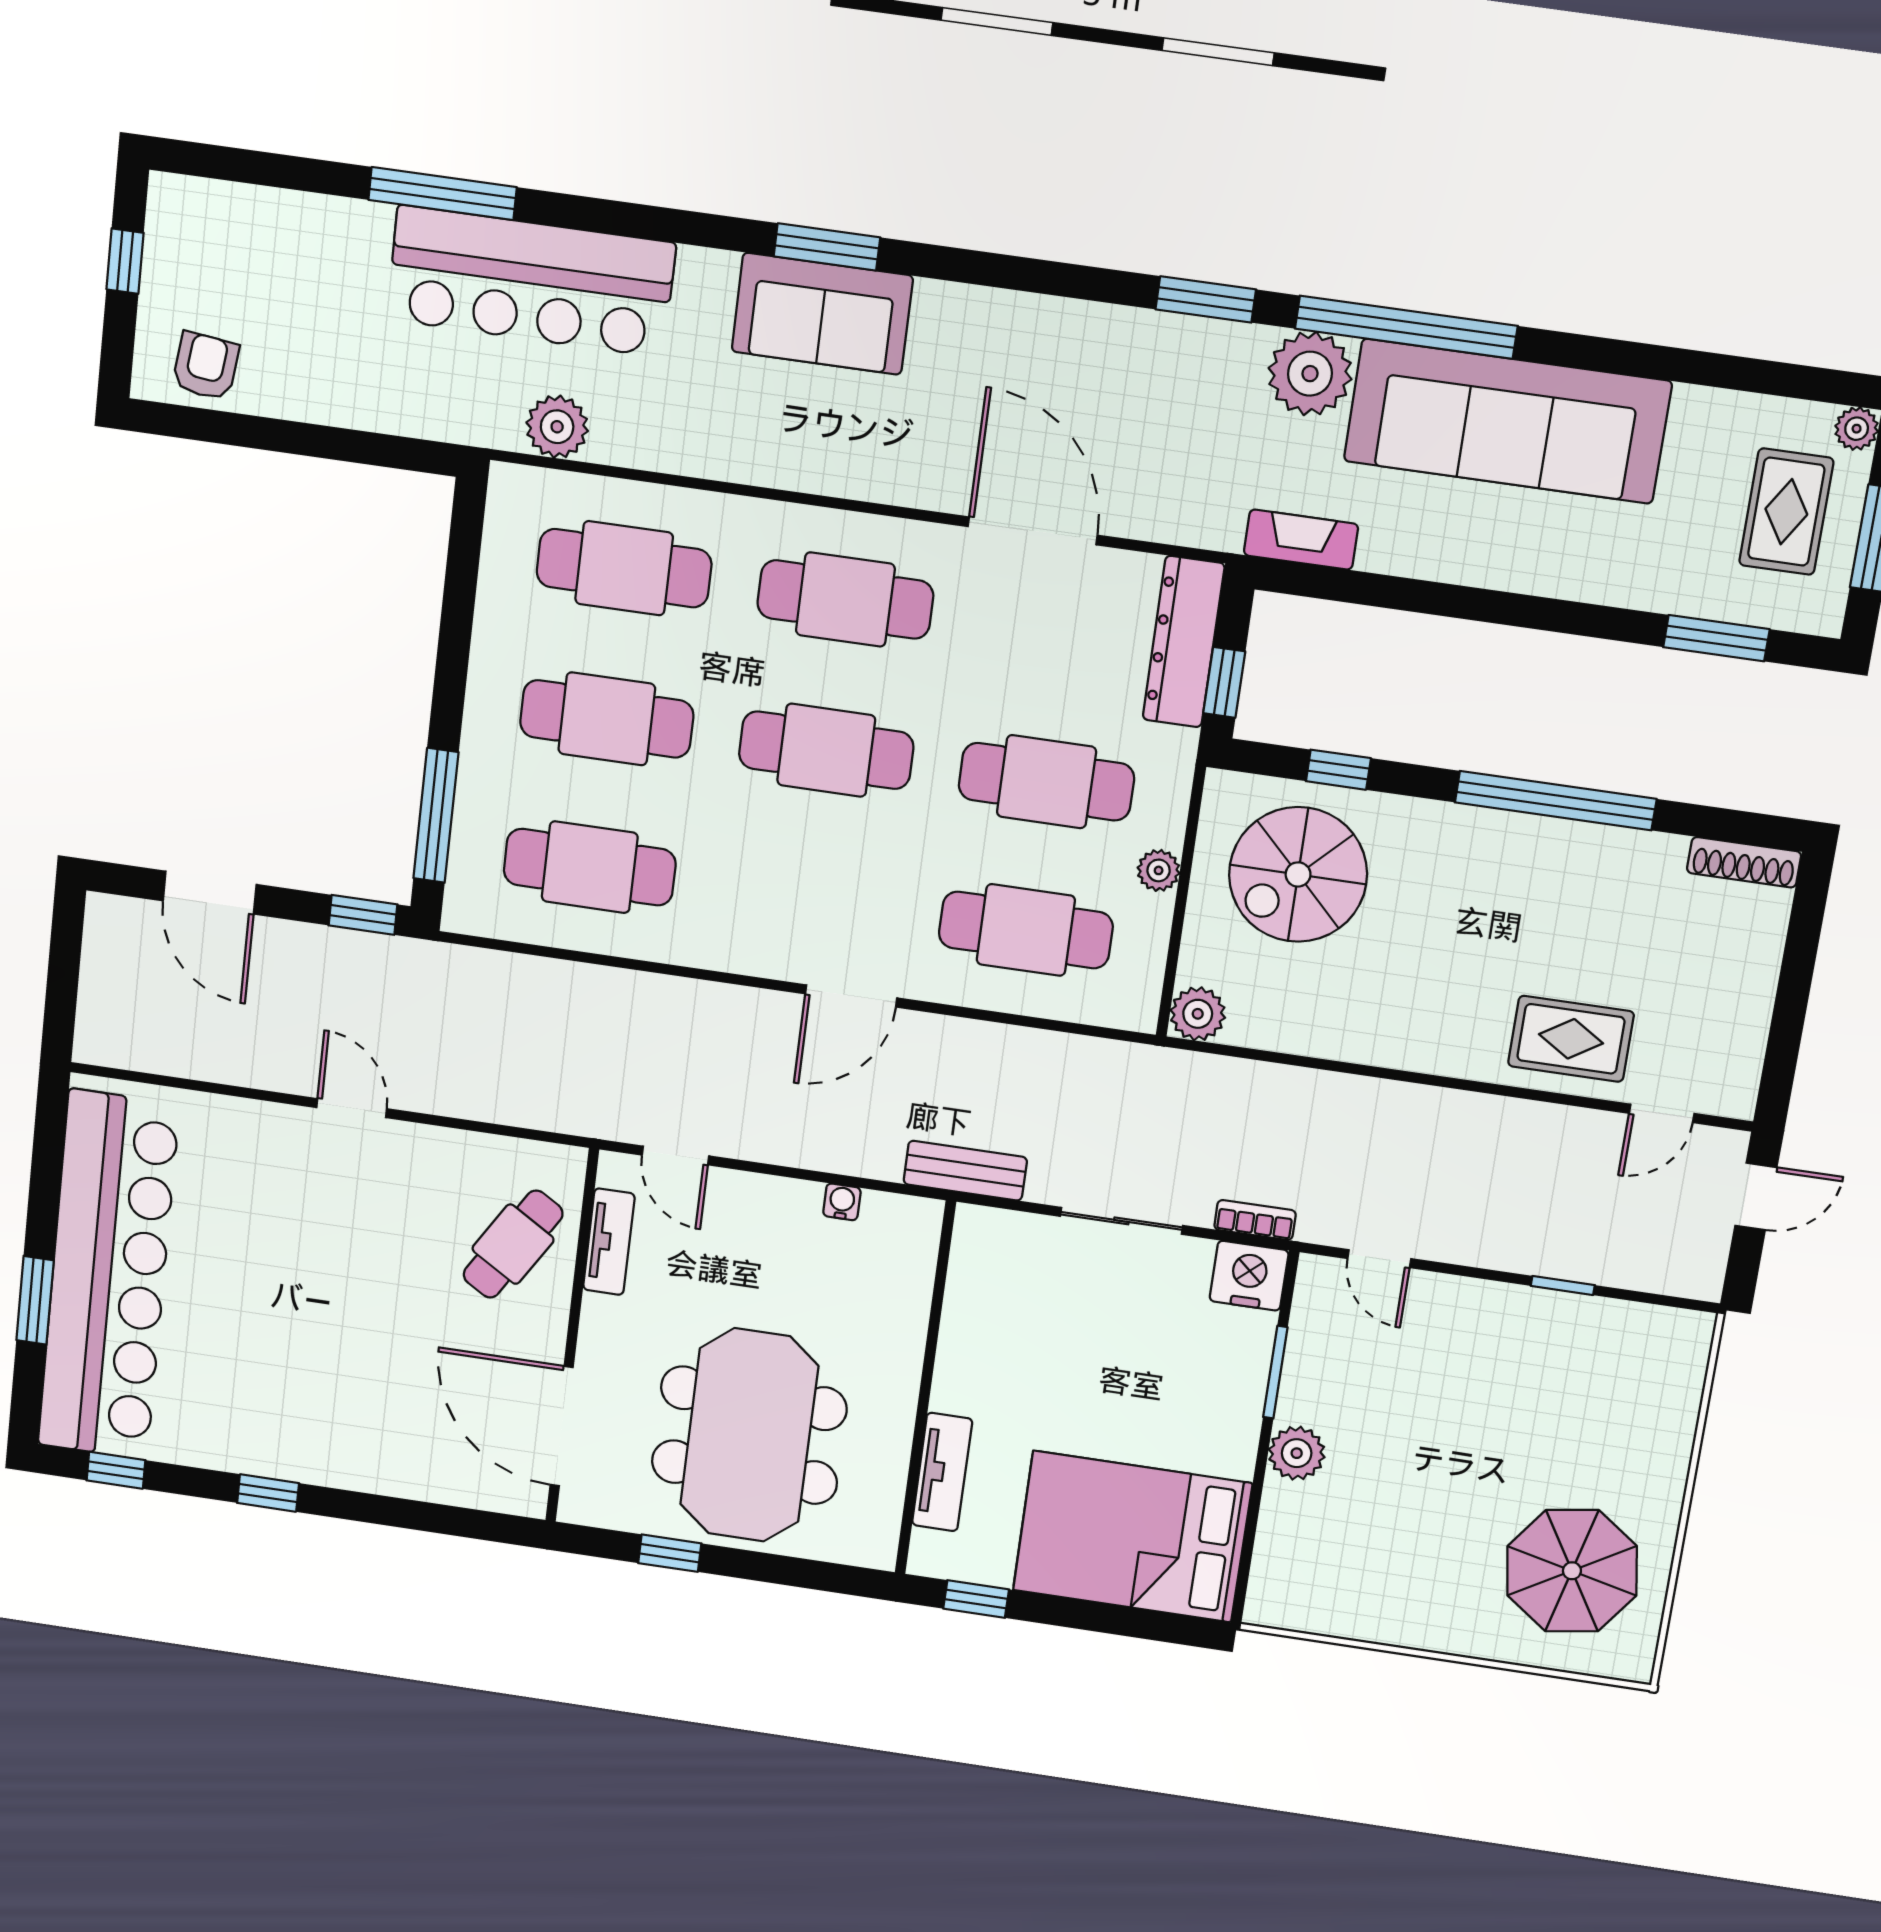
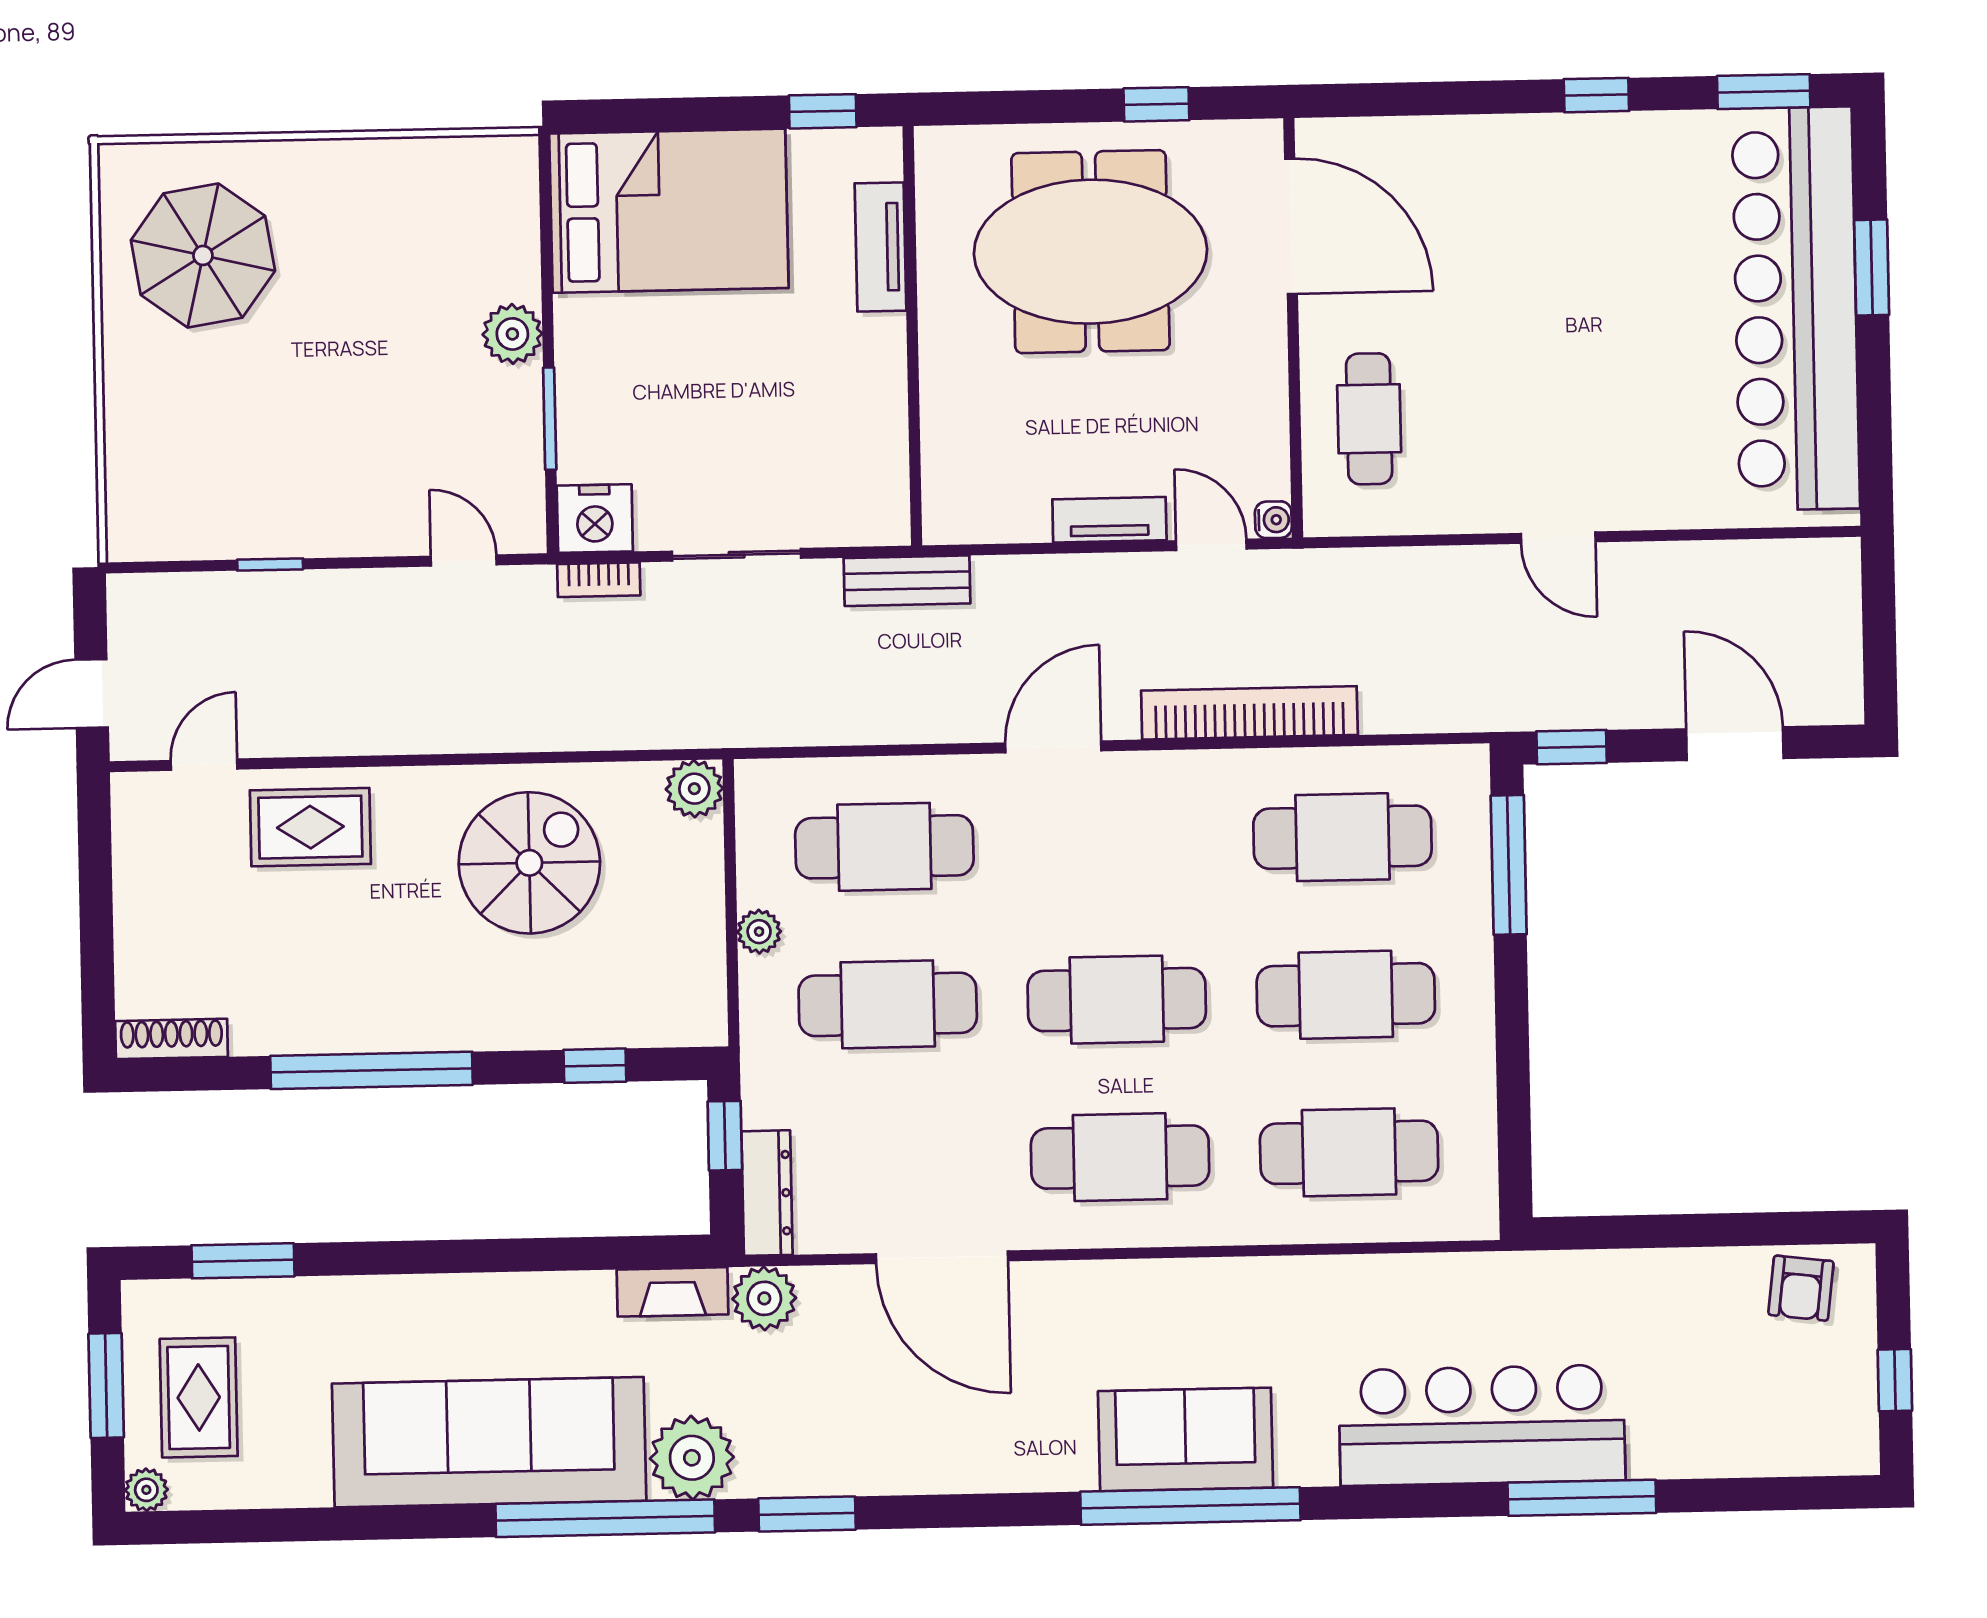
window: (827, 247) -> (1190, 1506), width x2.11
plant: (557, 427) -> (764, 1298), moved
dresser: (1184, 642) -> (767, 1193), width x0.73, depth x0.80
spiral stairs: (1298, 874) -> (529, 863), moved
bookcase: (662, 997) -> (1249, 713), added
water cooler: (842, 1202) -> (1273, 520), moved, turned -90
tv unit: (609, 1242) -> (1109, 520), moved, turned 90
cafe table: (513, 1244) -> (1369, 419), turned -32
meeting table: (749, 1435) -> (1090, 252), turned 90
window: (116, 1470) -> (1764, 92), width x1.50

